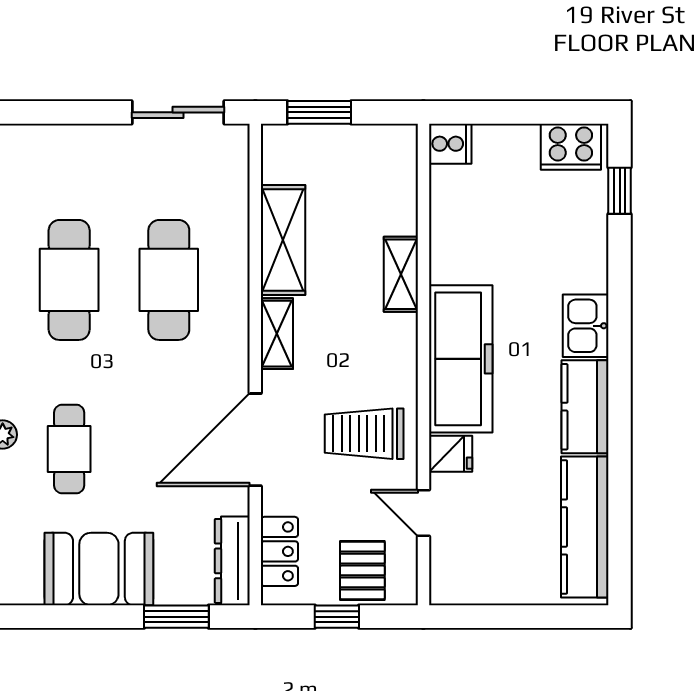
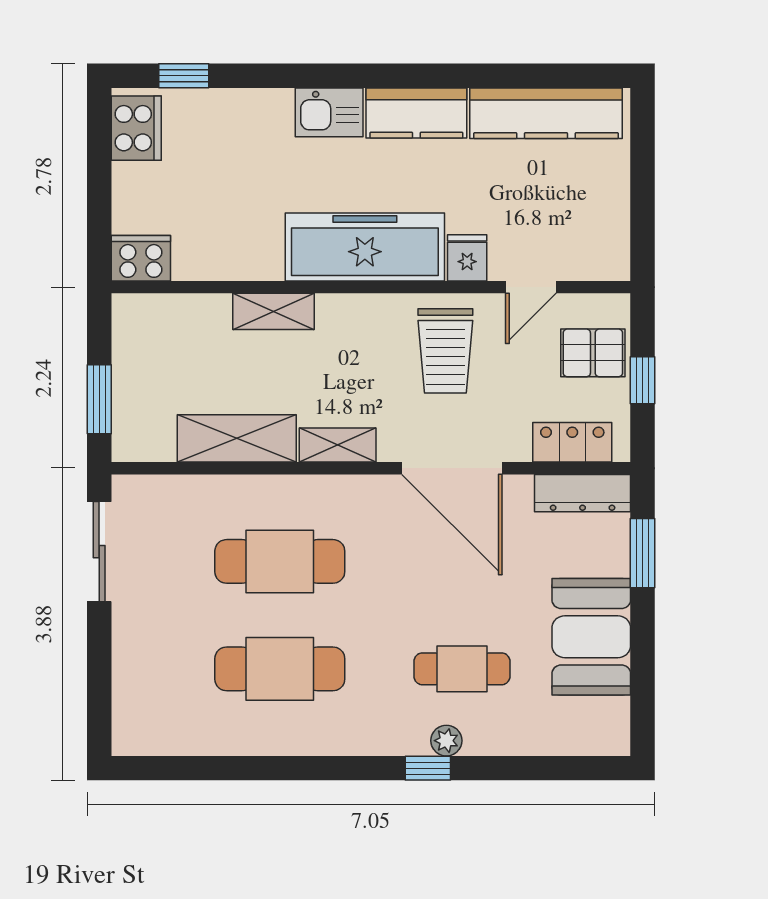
cooker: (450, 144) -> (141, 258), width x1.36

